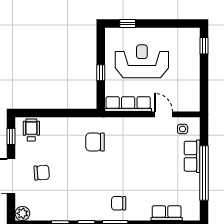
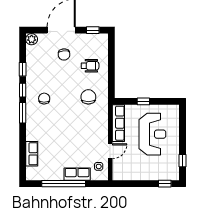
window: (128, 23) -> (183, 161), moved
wheelchair: (31, 130) -> (90, 66), moved
chair: (119, 203) -> (44, 99), moved

